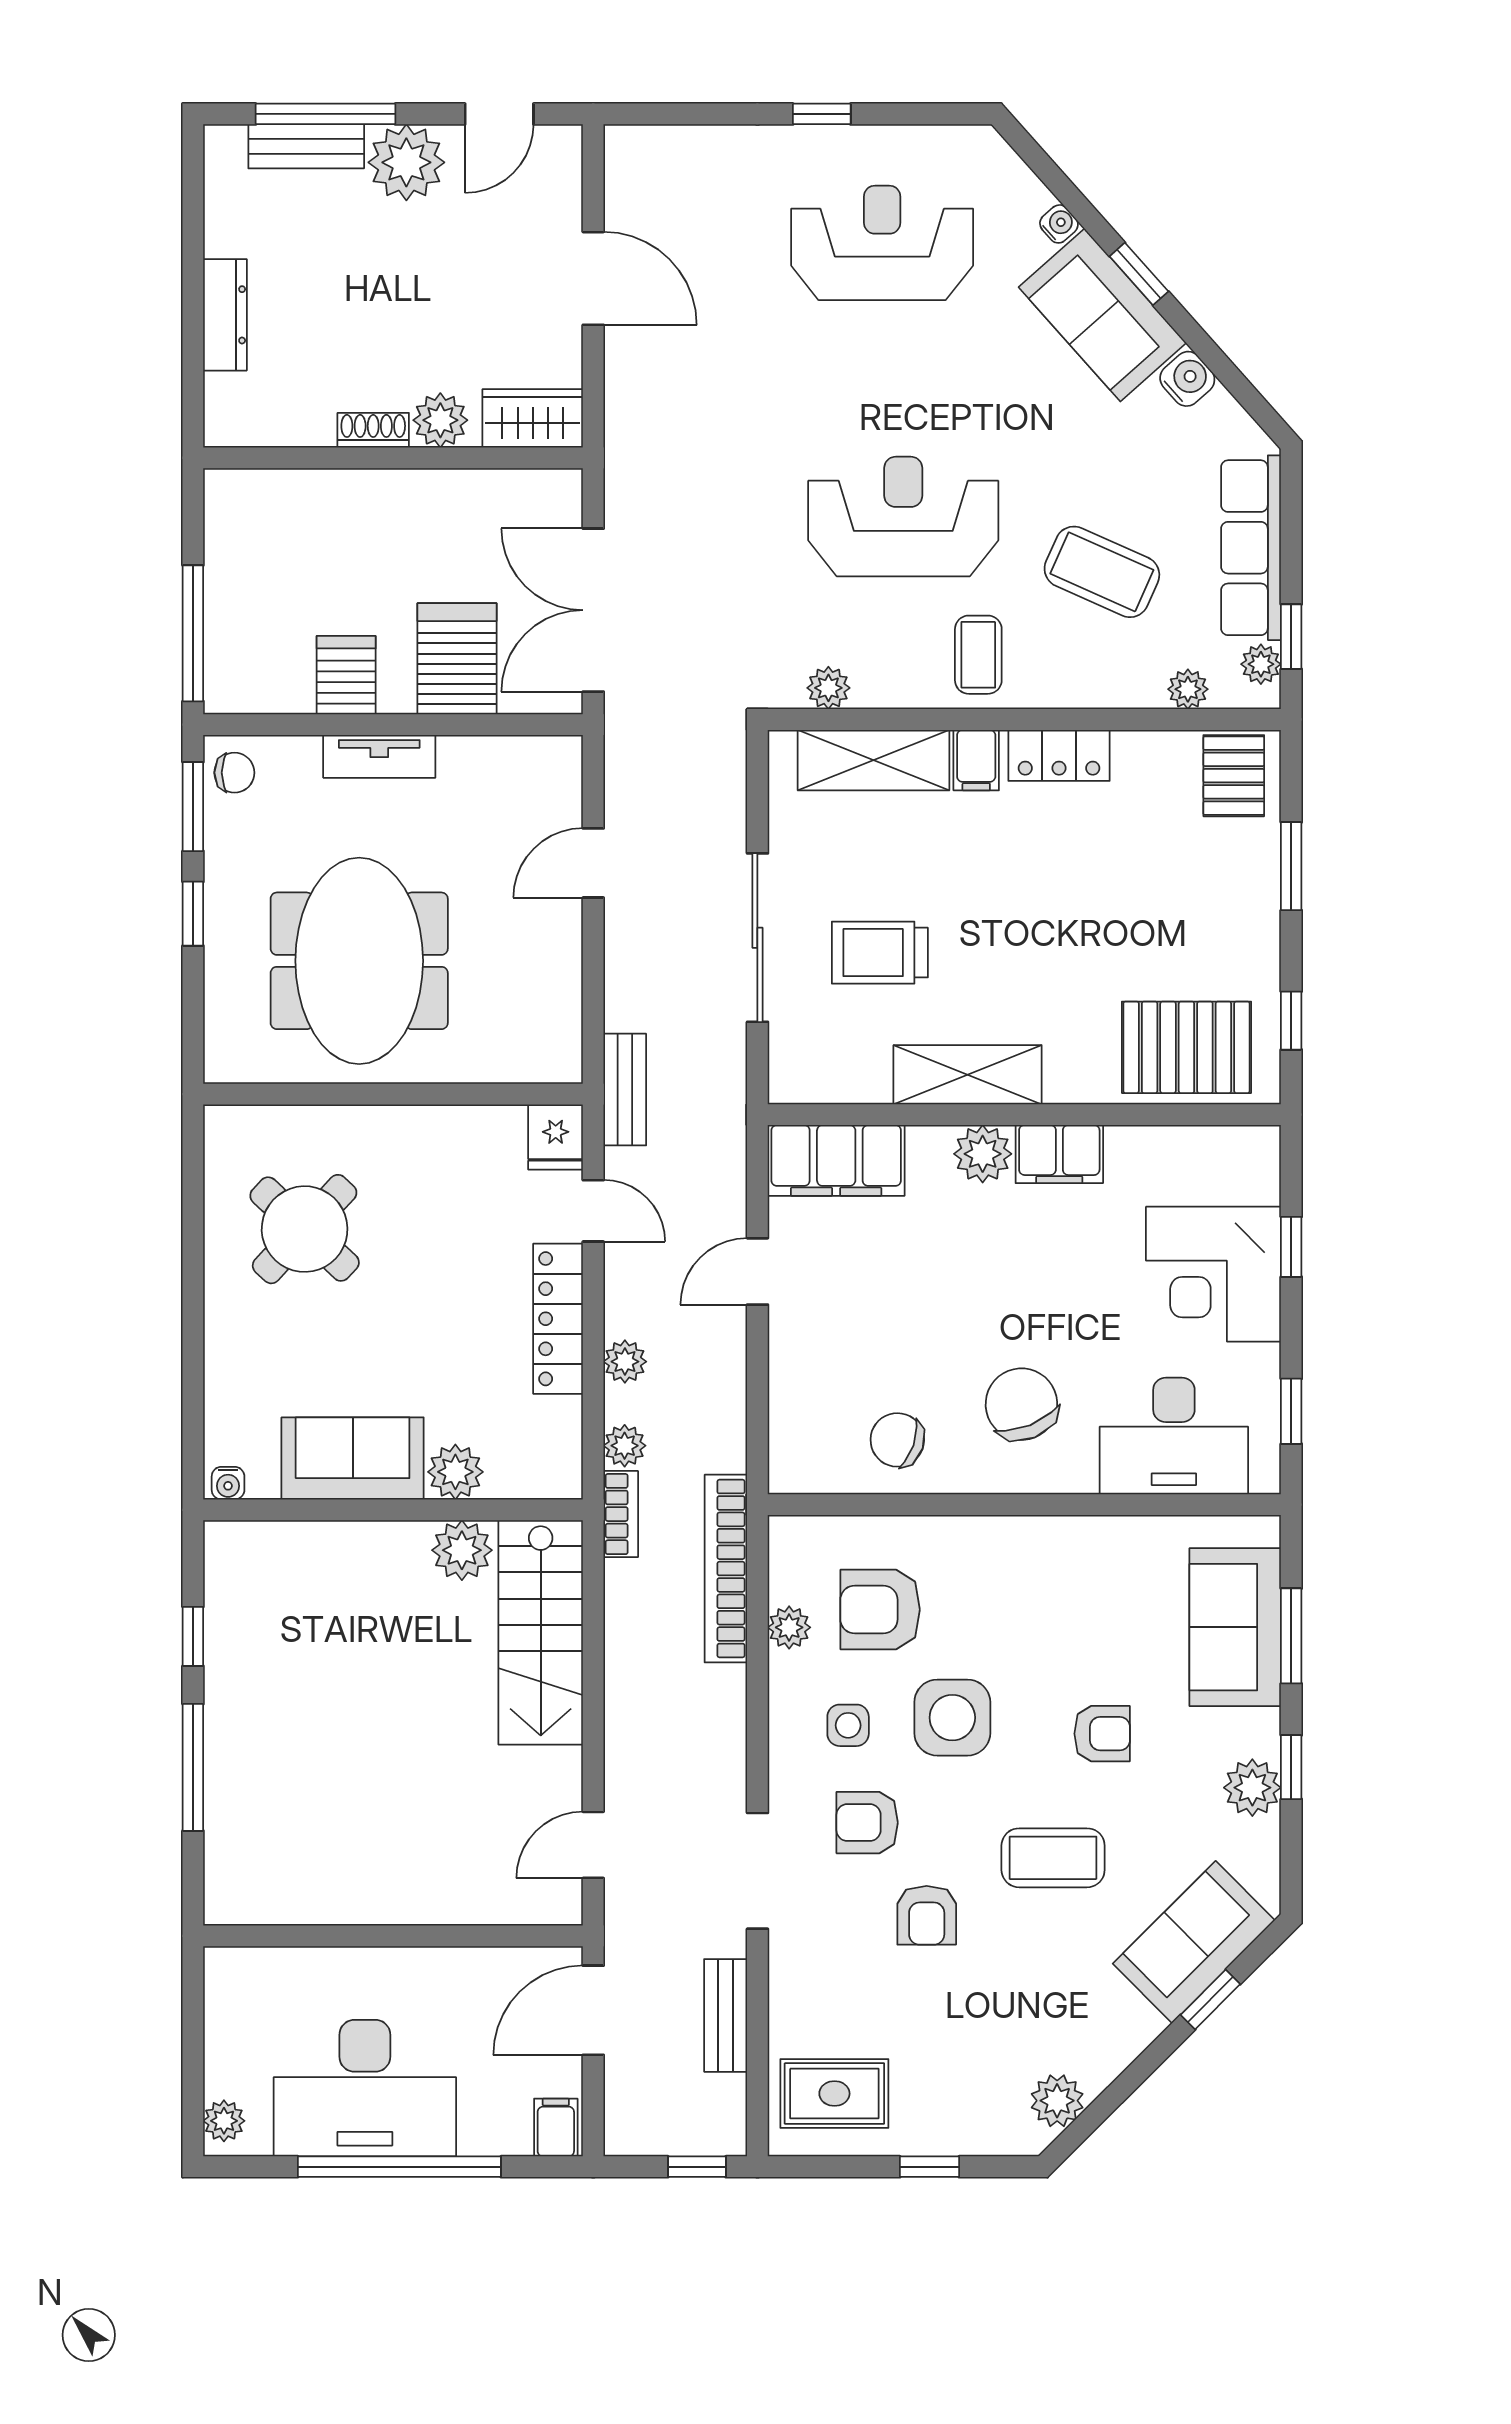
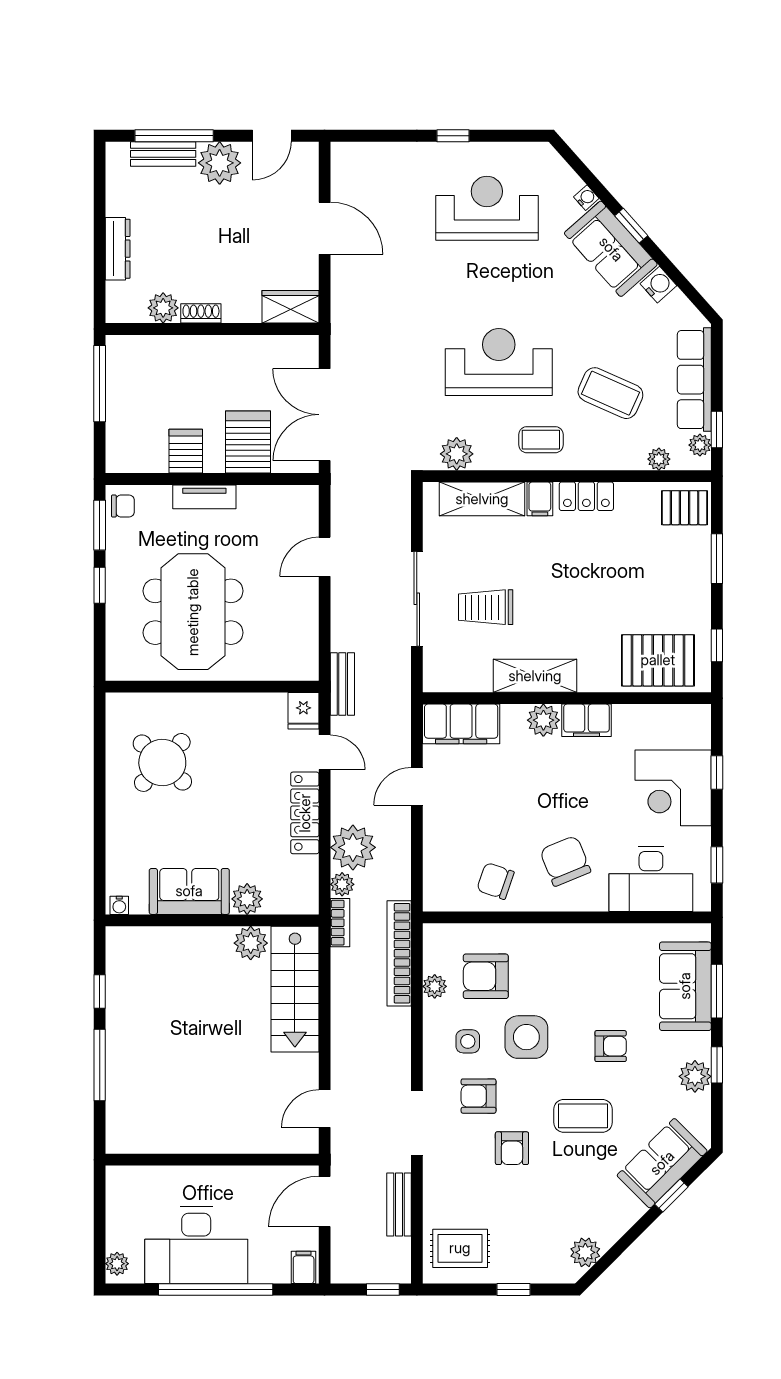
plant: (440, 420) -> (163, 308), moved
window: (193, 633) -> (100, 384), moved
coffee table: (978, 655) -> (541, 440), turned 90
plant: (828, 688) -> (457, 454), width x1.38, depth x1.38
pallet: (1234, 776) -> (685, 508), turned 90
plant: (625, 1362) -> (353, 847), width x1.87, depth x1.87

